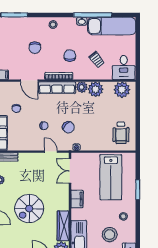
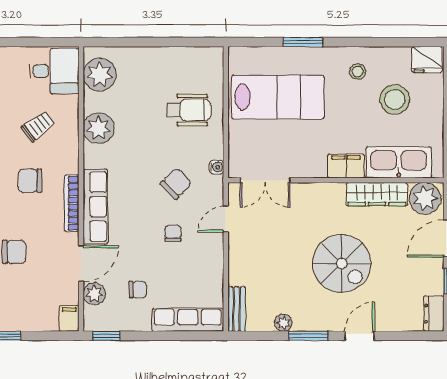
plant: (82, 87) -> (94, 294), moved
wheelchair: (121, 133) -> (189, 110), moved
filing cabinet: (77, 199) -> (346, 166), moved

